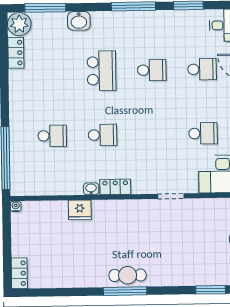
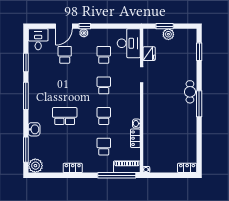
locker: (16, 53) -> (73, 168), moved
school desk: (152, 70) -> (104, 85), moved
piano: (20, 174) -> (127, 167), added
locker: (115, 187) -> (135, 138), moved
fridge: (80, 210) -> (149, 54), moved
cafe table: (128, 275) -> (190, 92), moved

